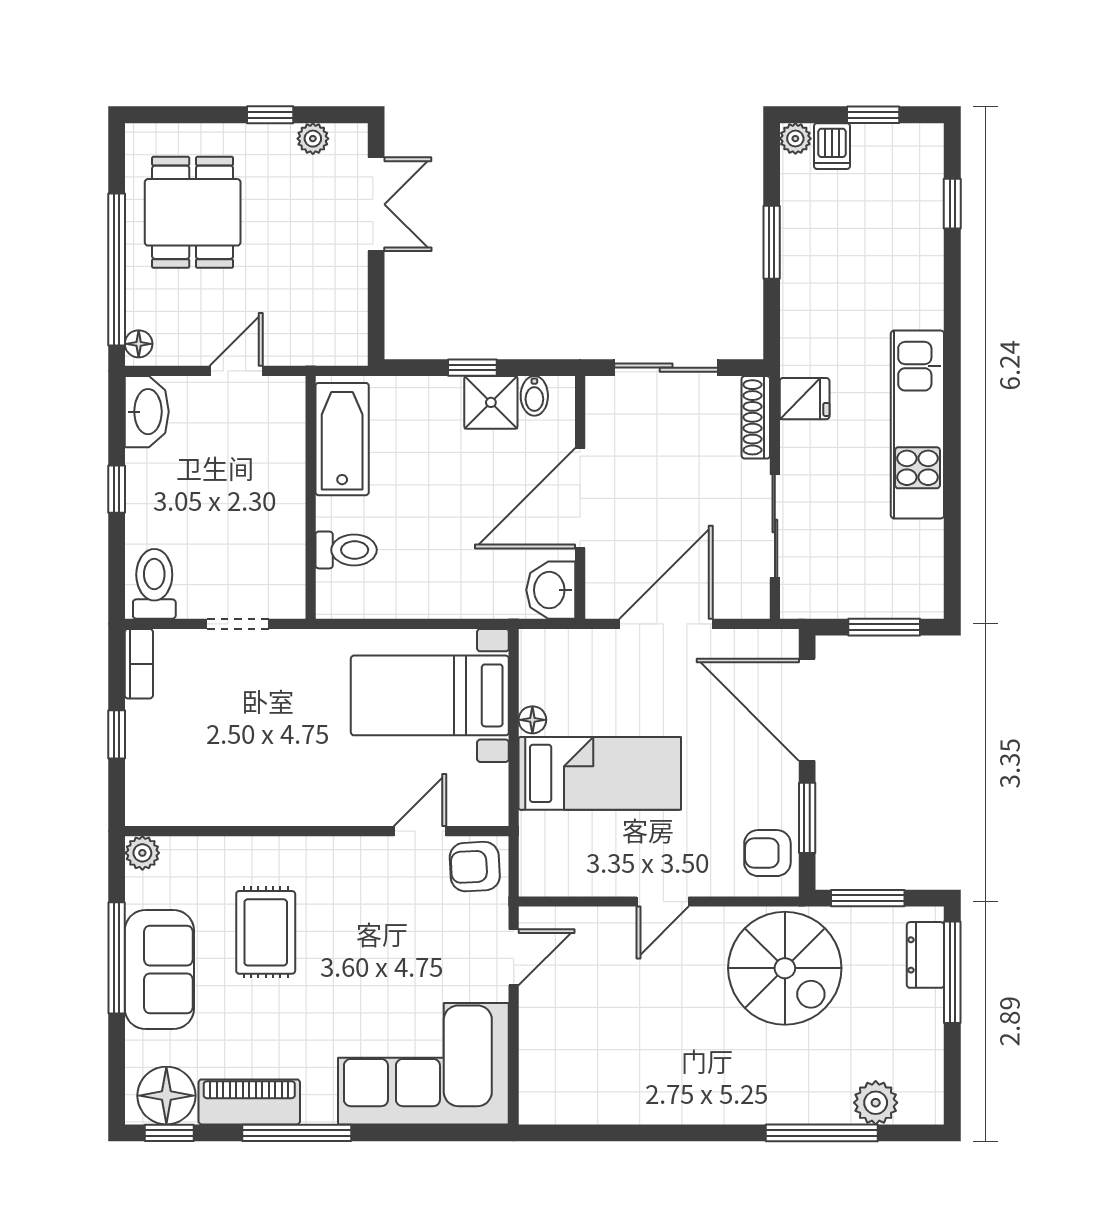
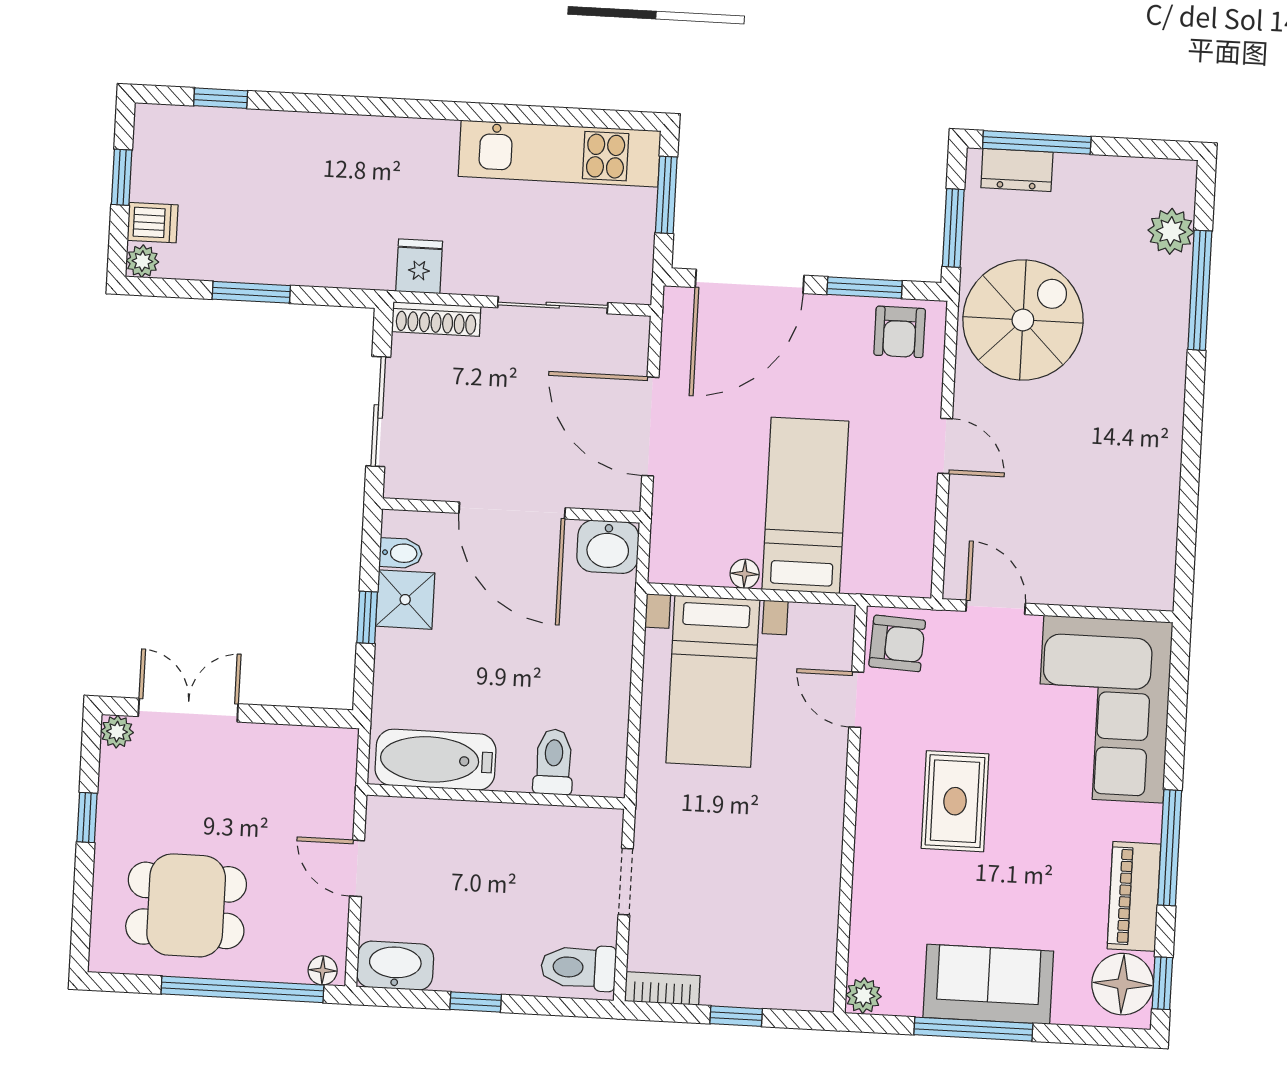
plant: (313, 139) -> (117, 732), moved
kitchen unit: (917, 425) -> (560, 154), moved
armchair: (475, 867) -> (897, 643), turned -84
rug: (266, 932) -> (955, 801), moved, turned 90

